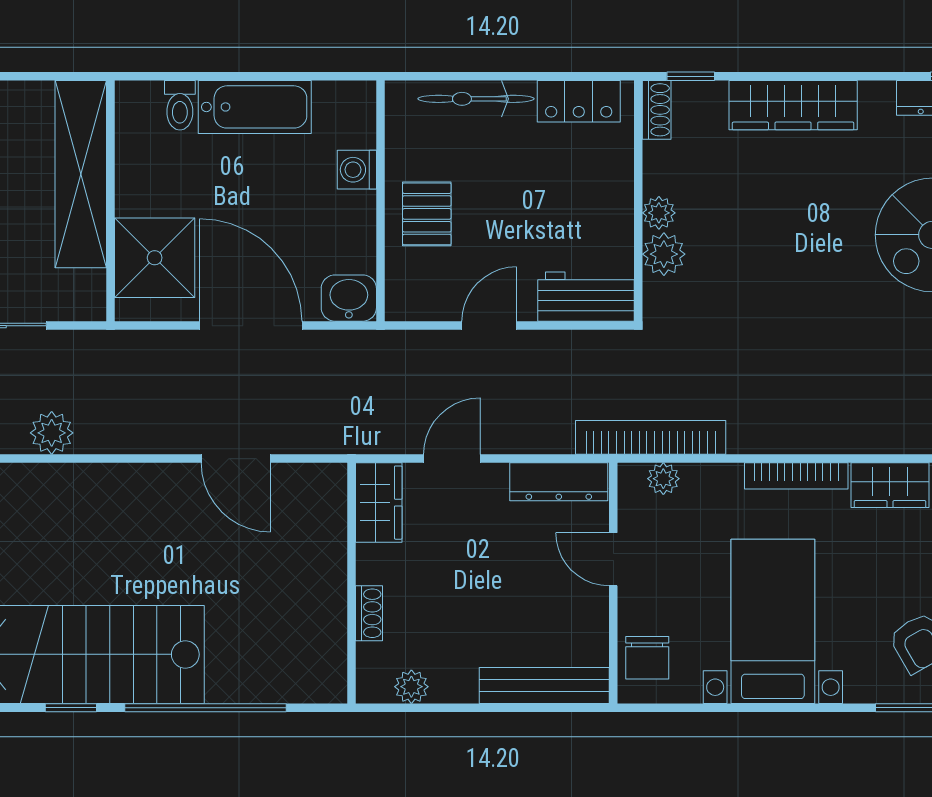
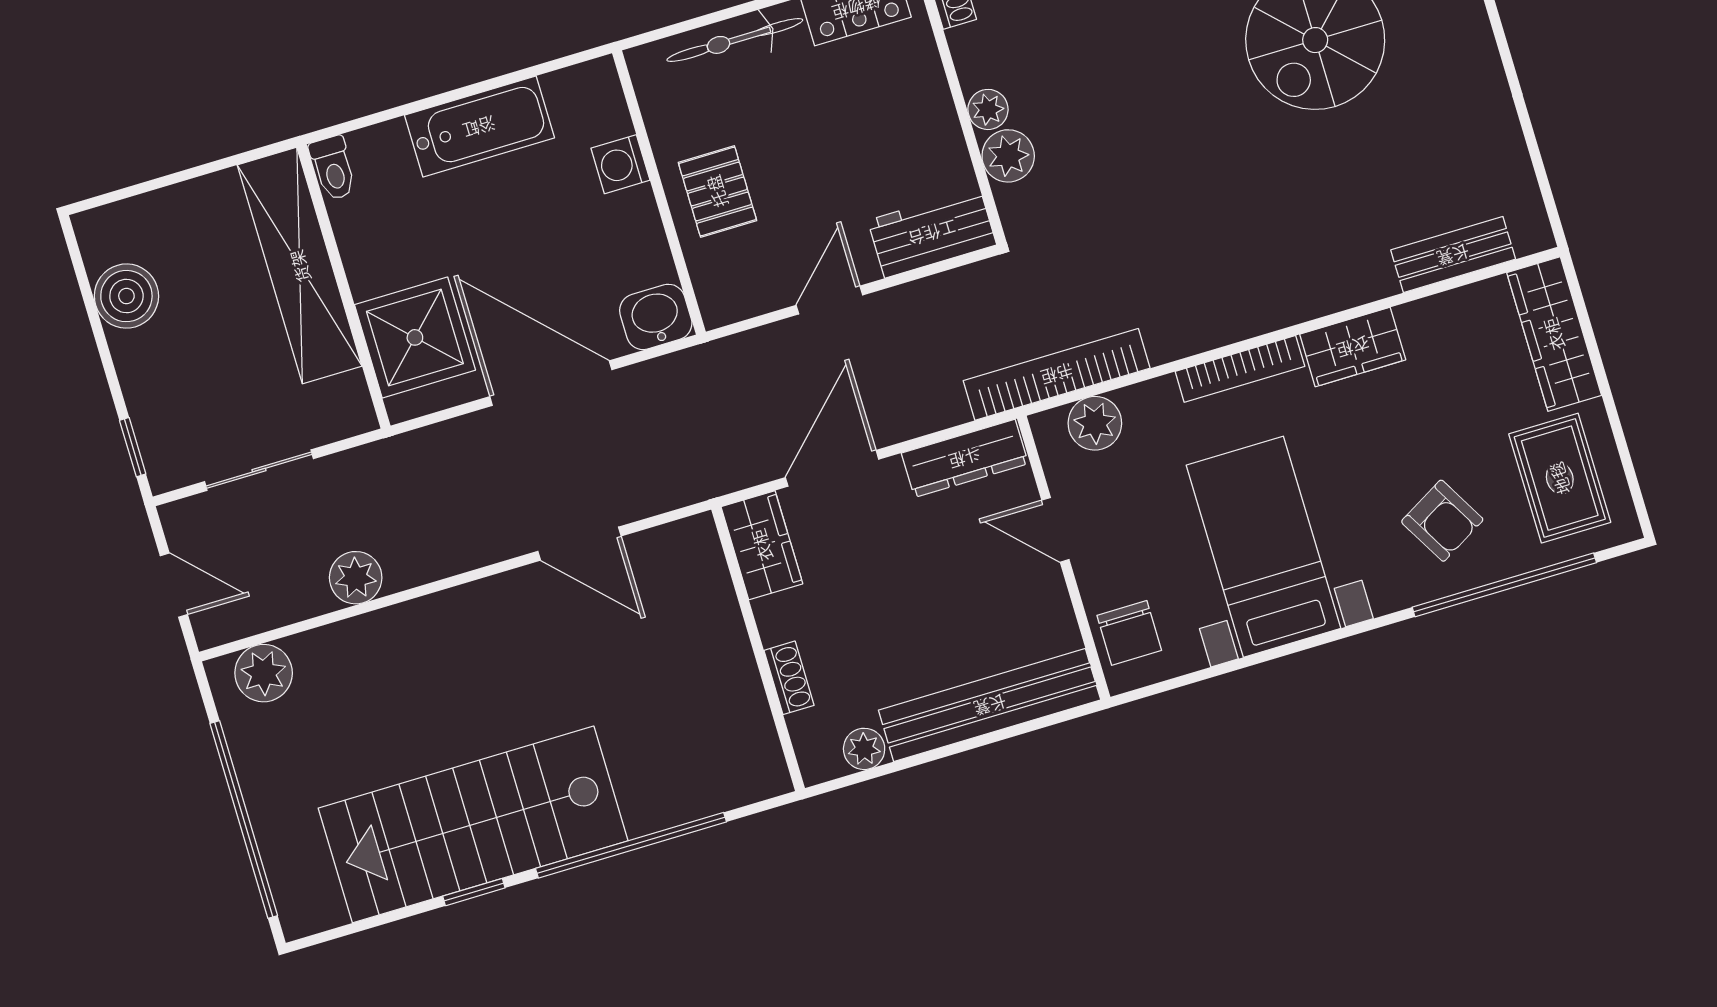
toilet: (180, 105) -> (333, 168), moved
door: (452, 459) -> (832, 468), width x1.38
plant: (663, 479) -> (1095, 423), width x1.38, depth x1.38
bench: (544, 686) -> (990, 705), width x1.37, depth x1.21

